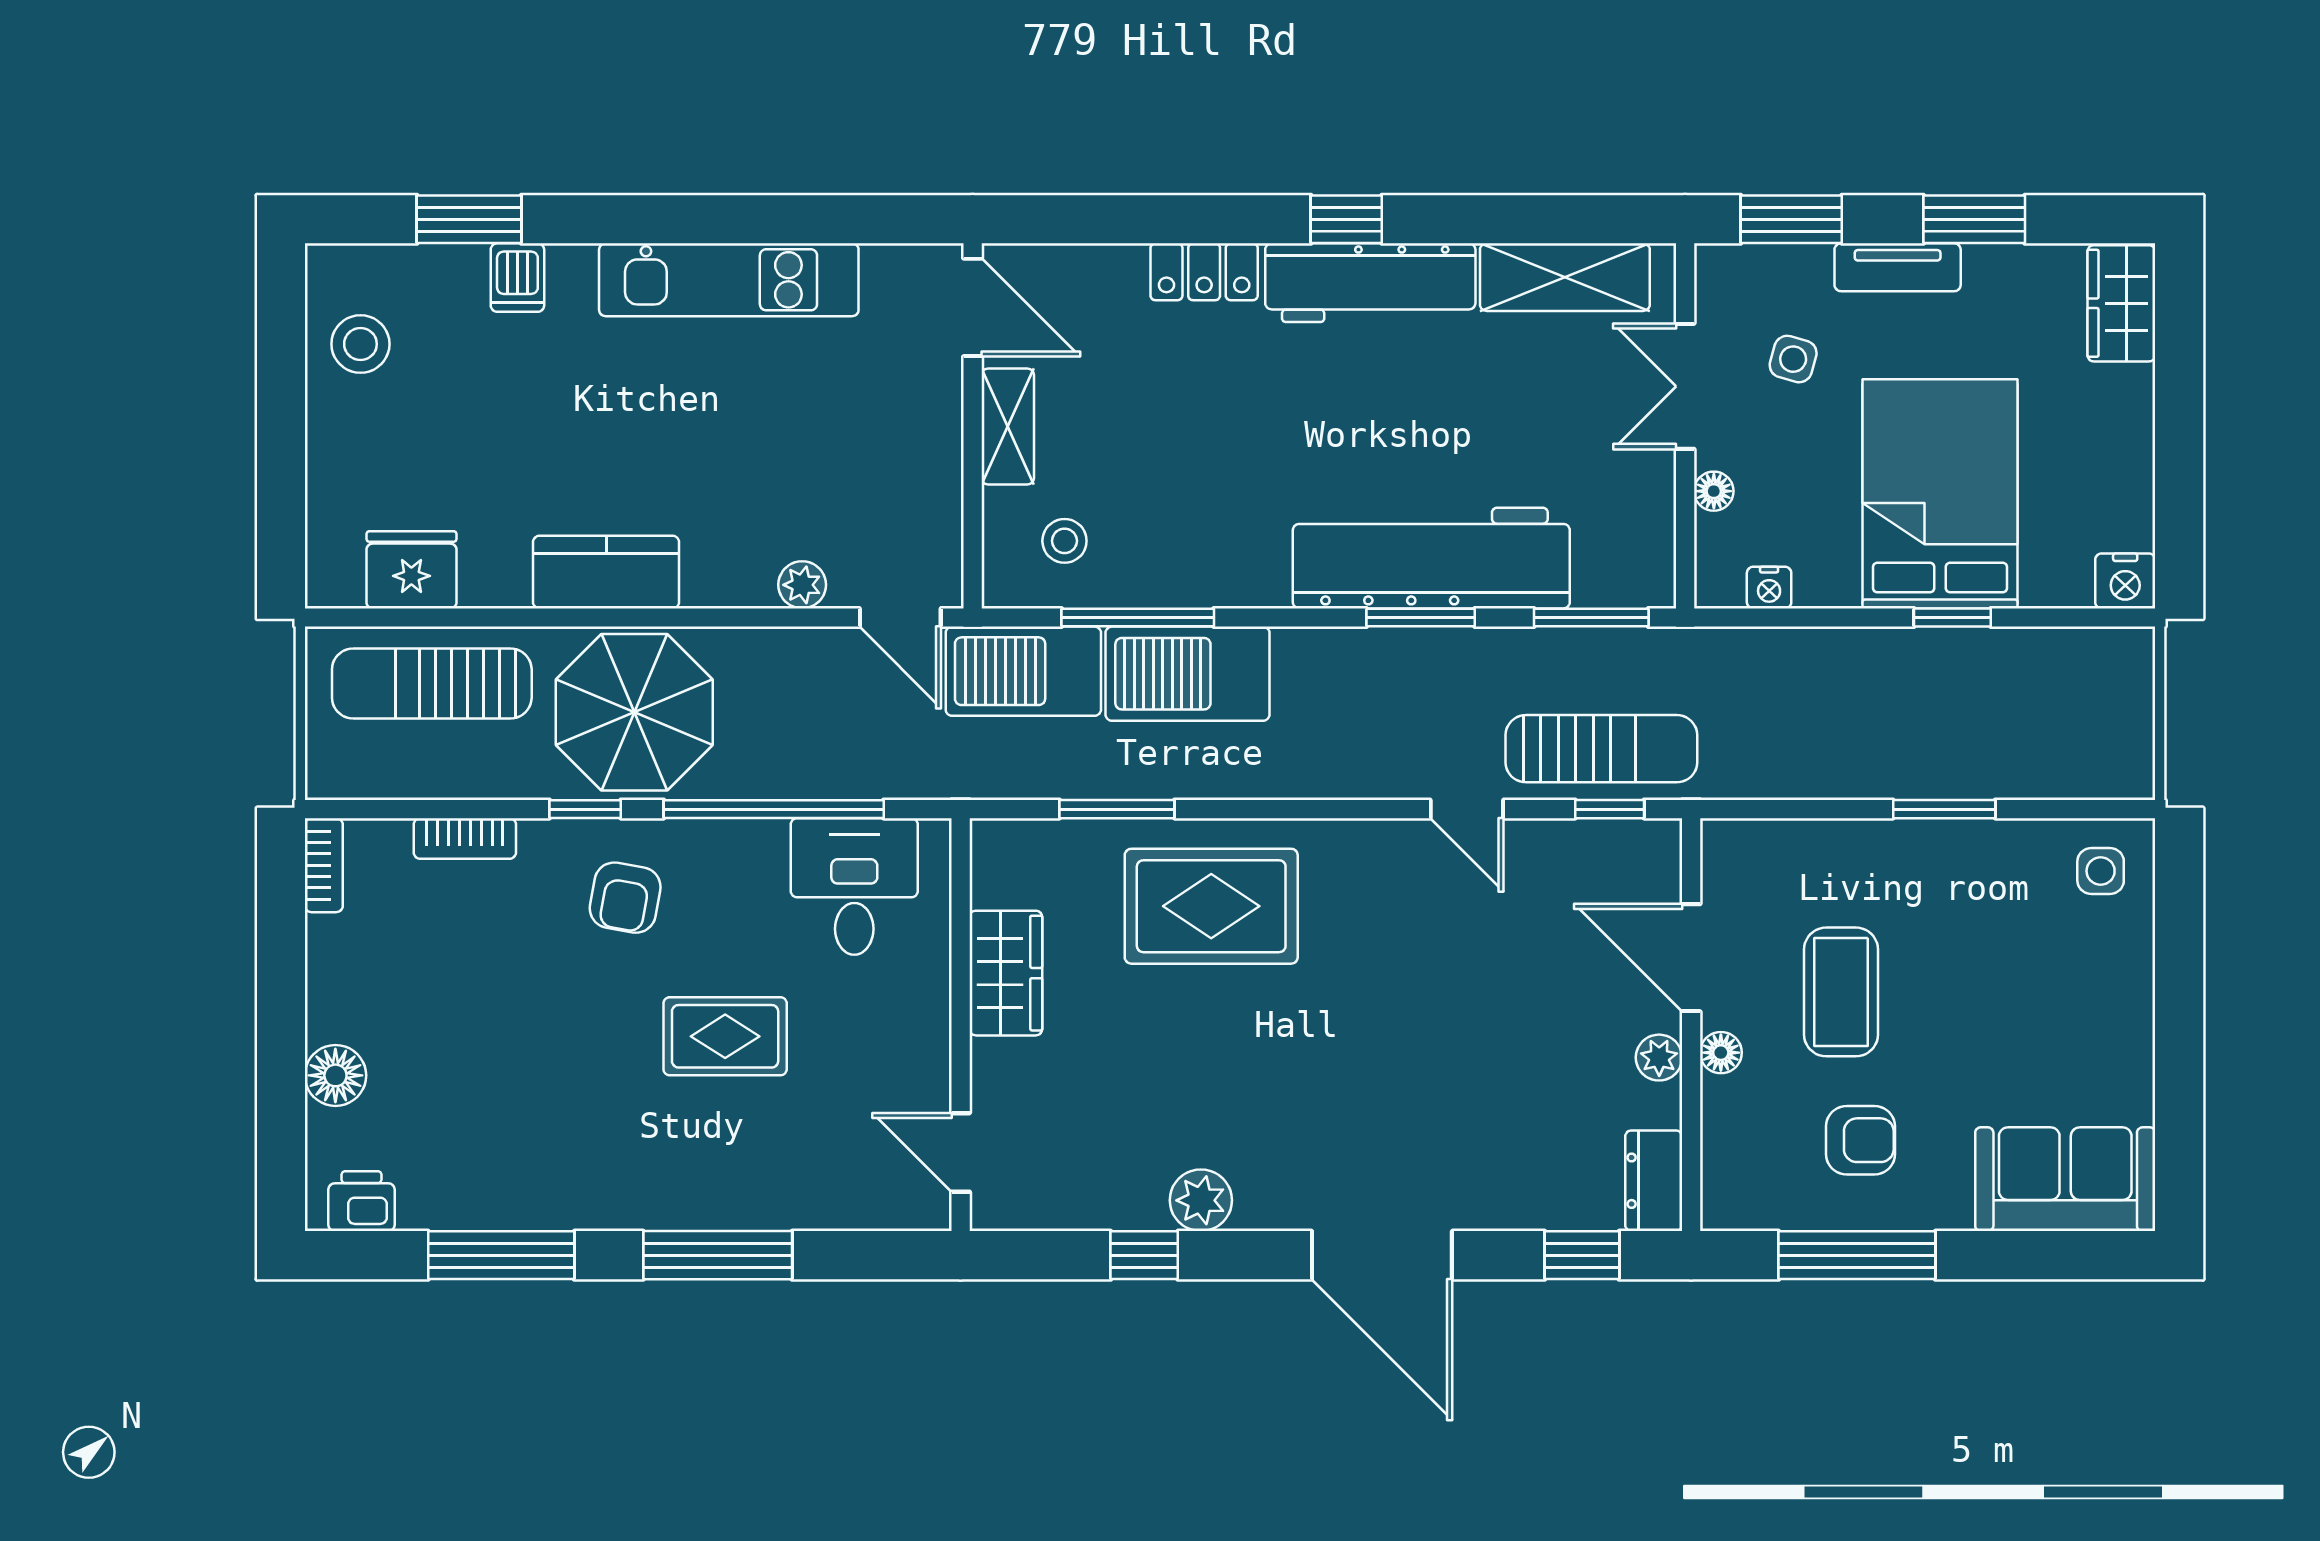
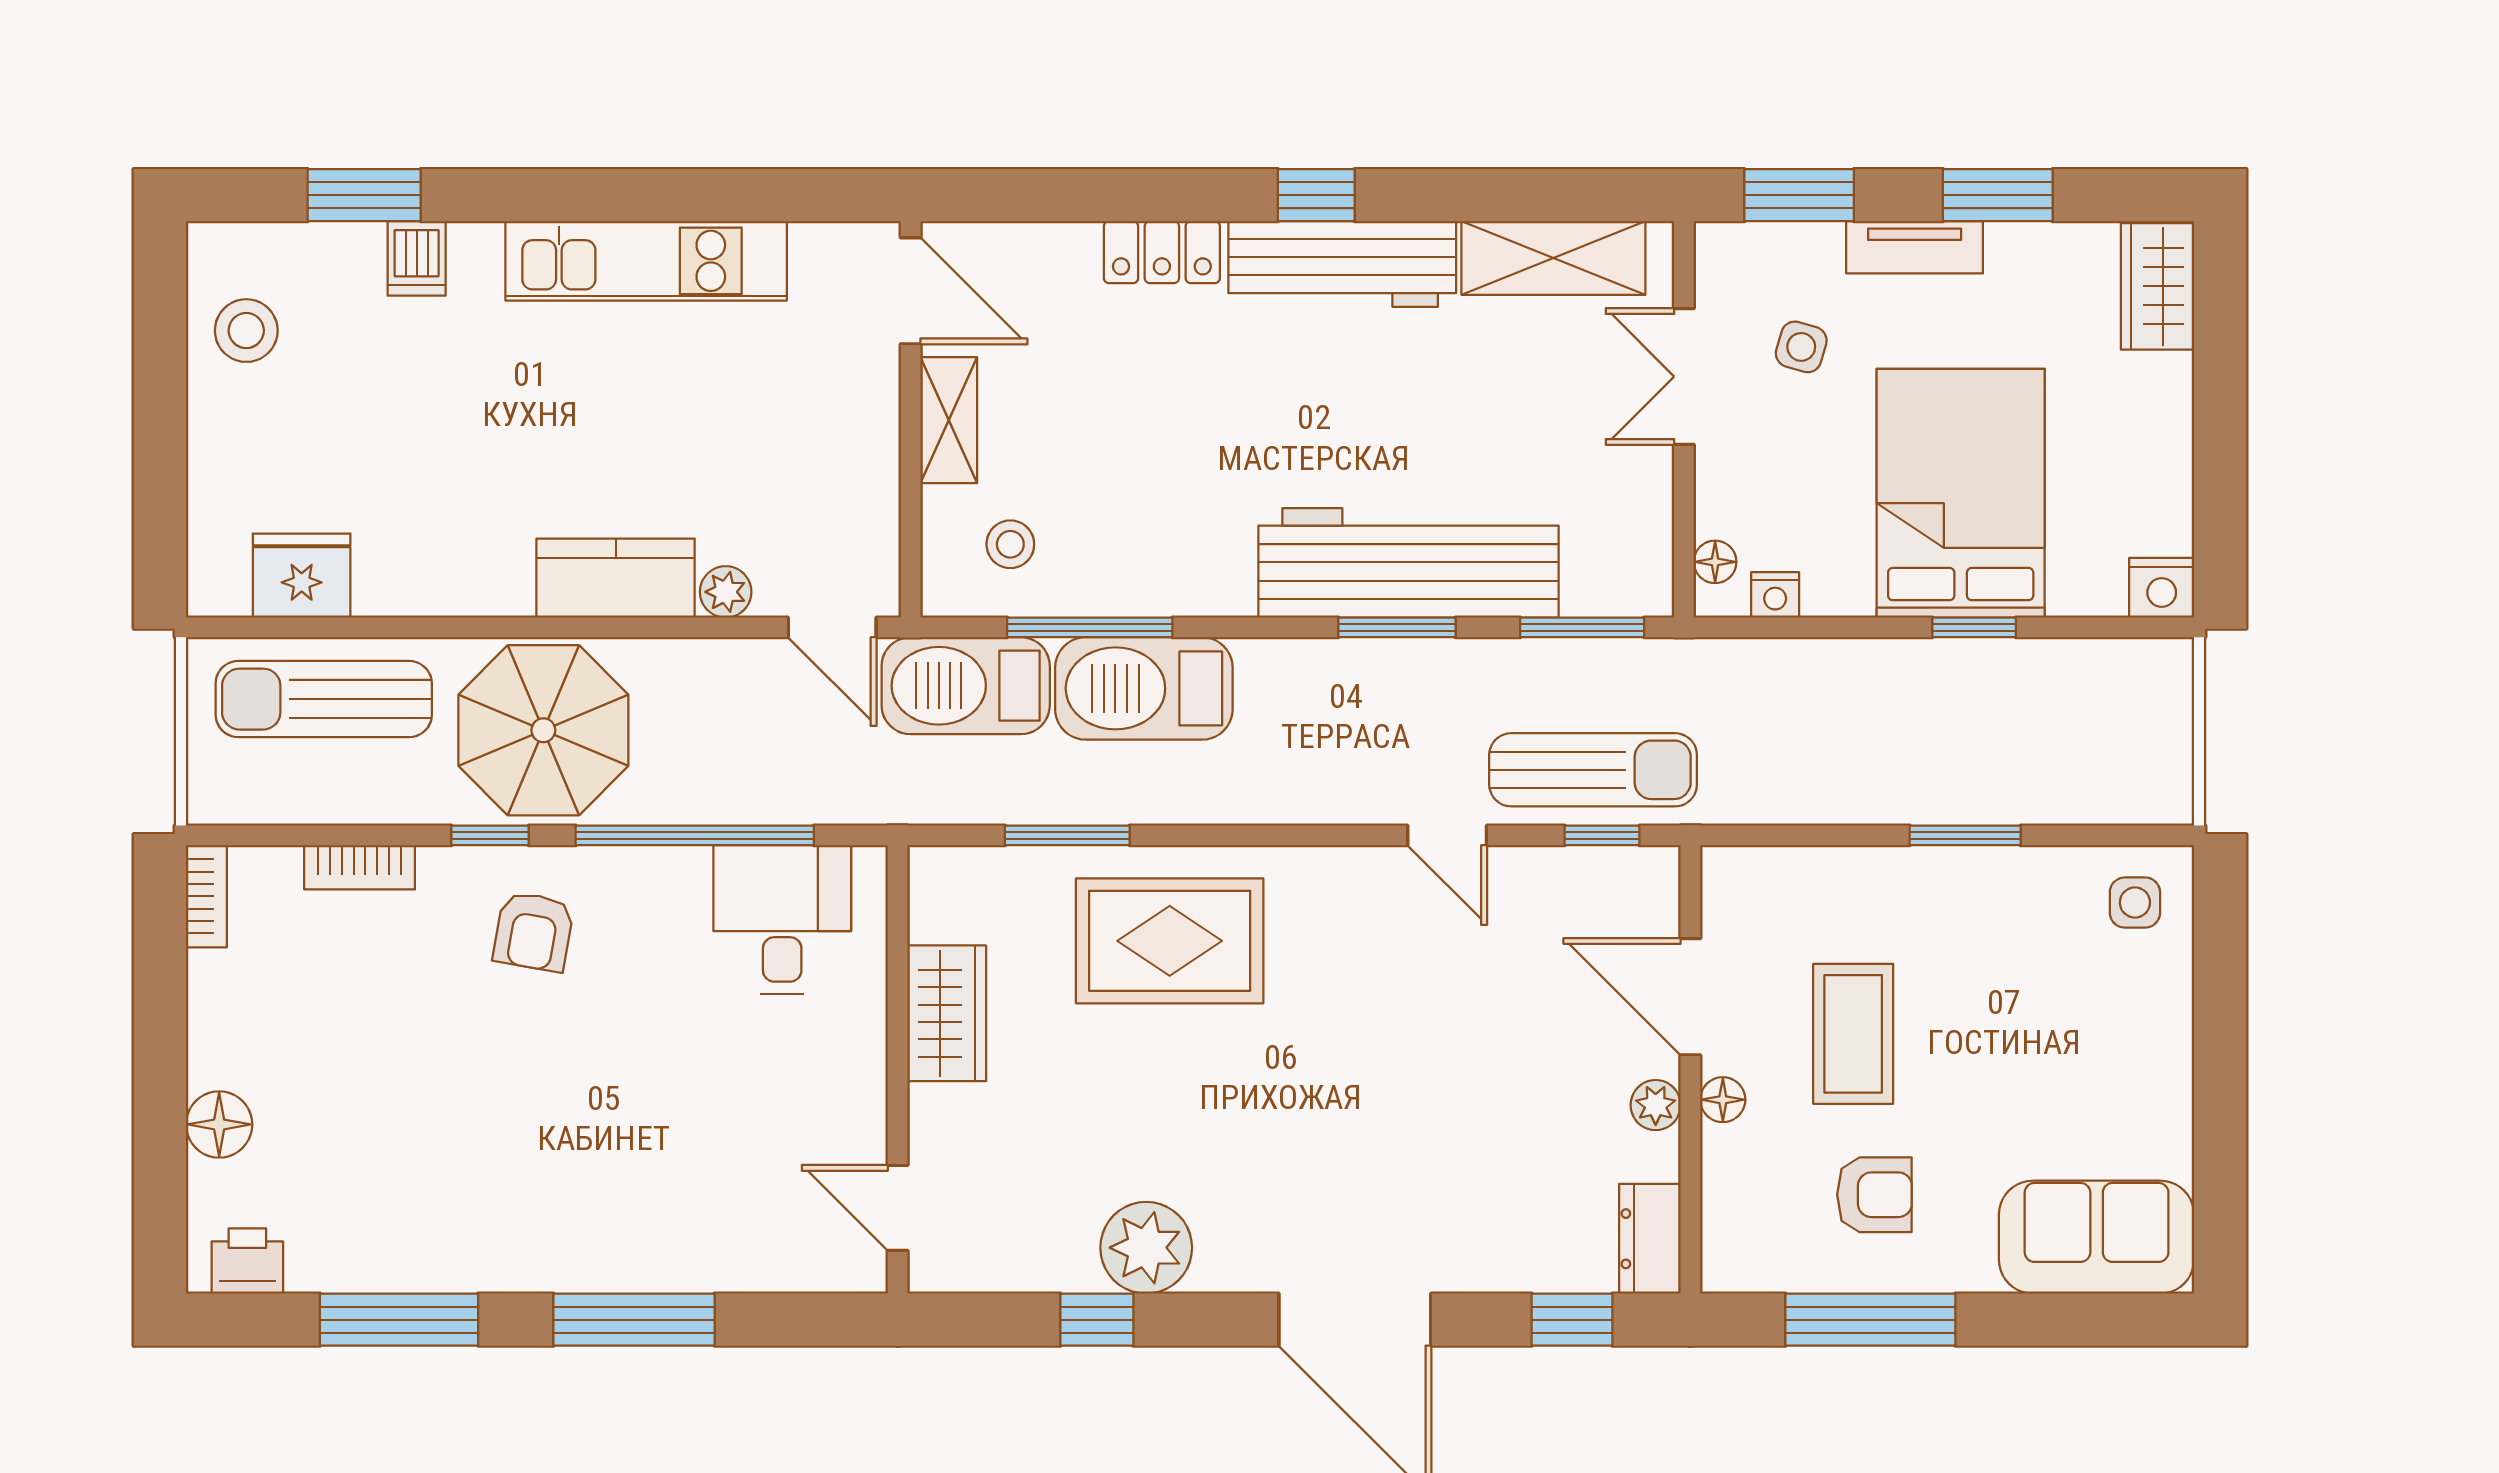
floor lamp: (1714, 491) -> (1715, 562), moved
kitchen counter: (606, 572) -> (616, 578), moved
rug: (725, 1036) -> (642, 1082), removed
plant: (1201, 1200) -> (1146, 1248), width x1.36, depth x1.36

